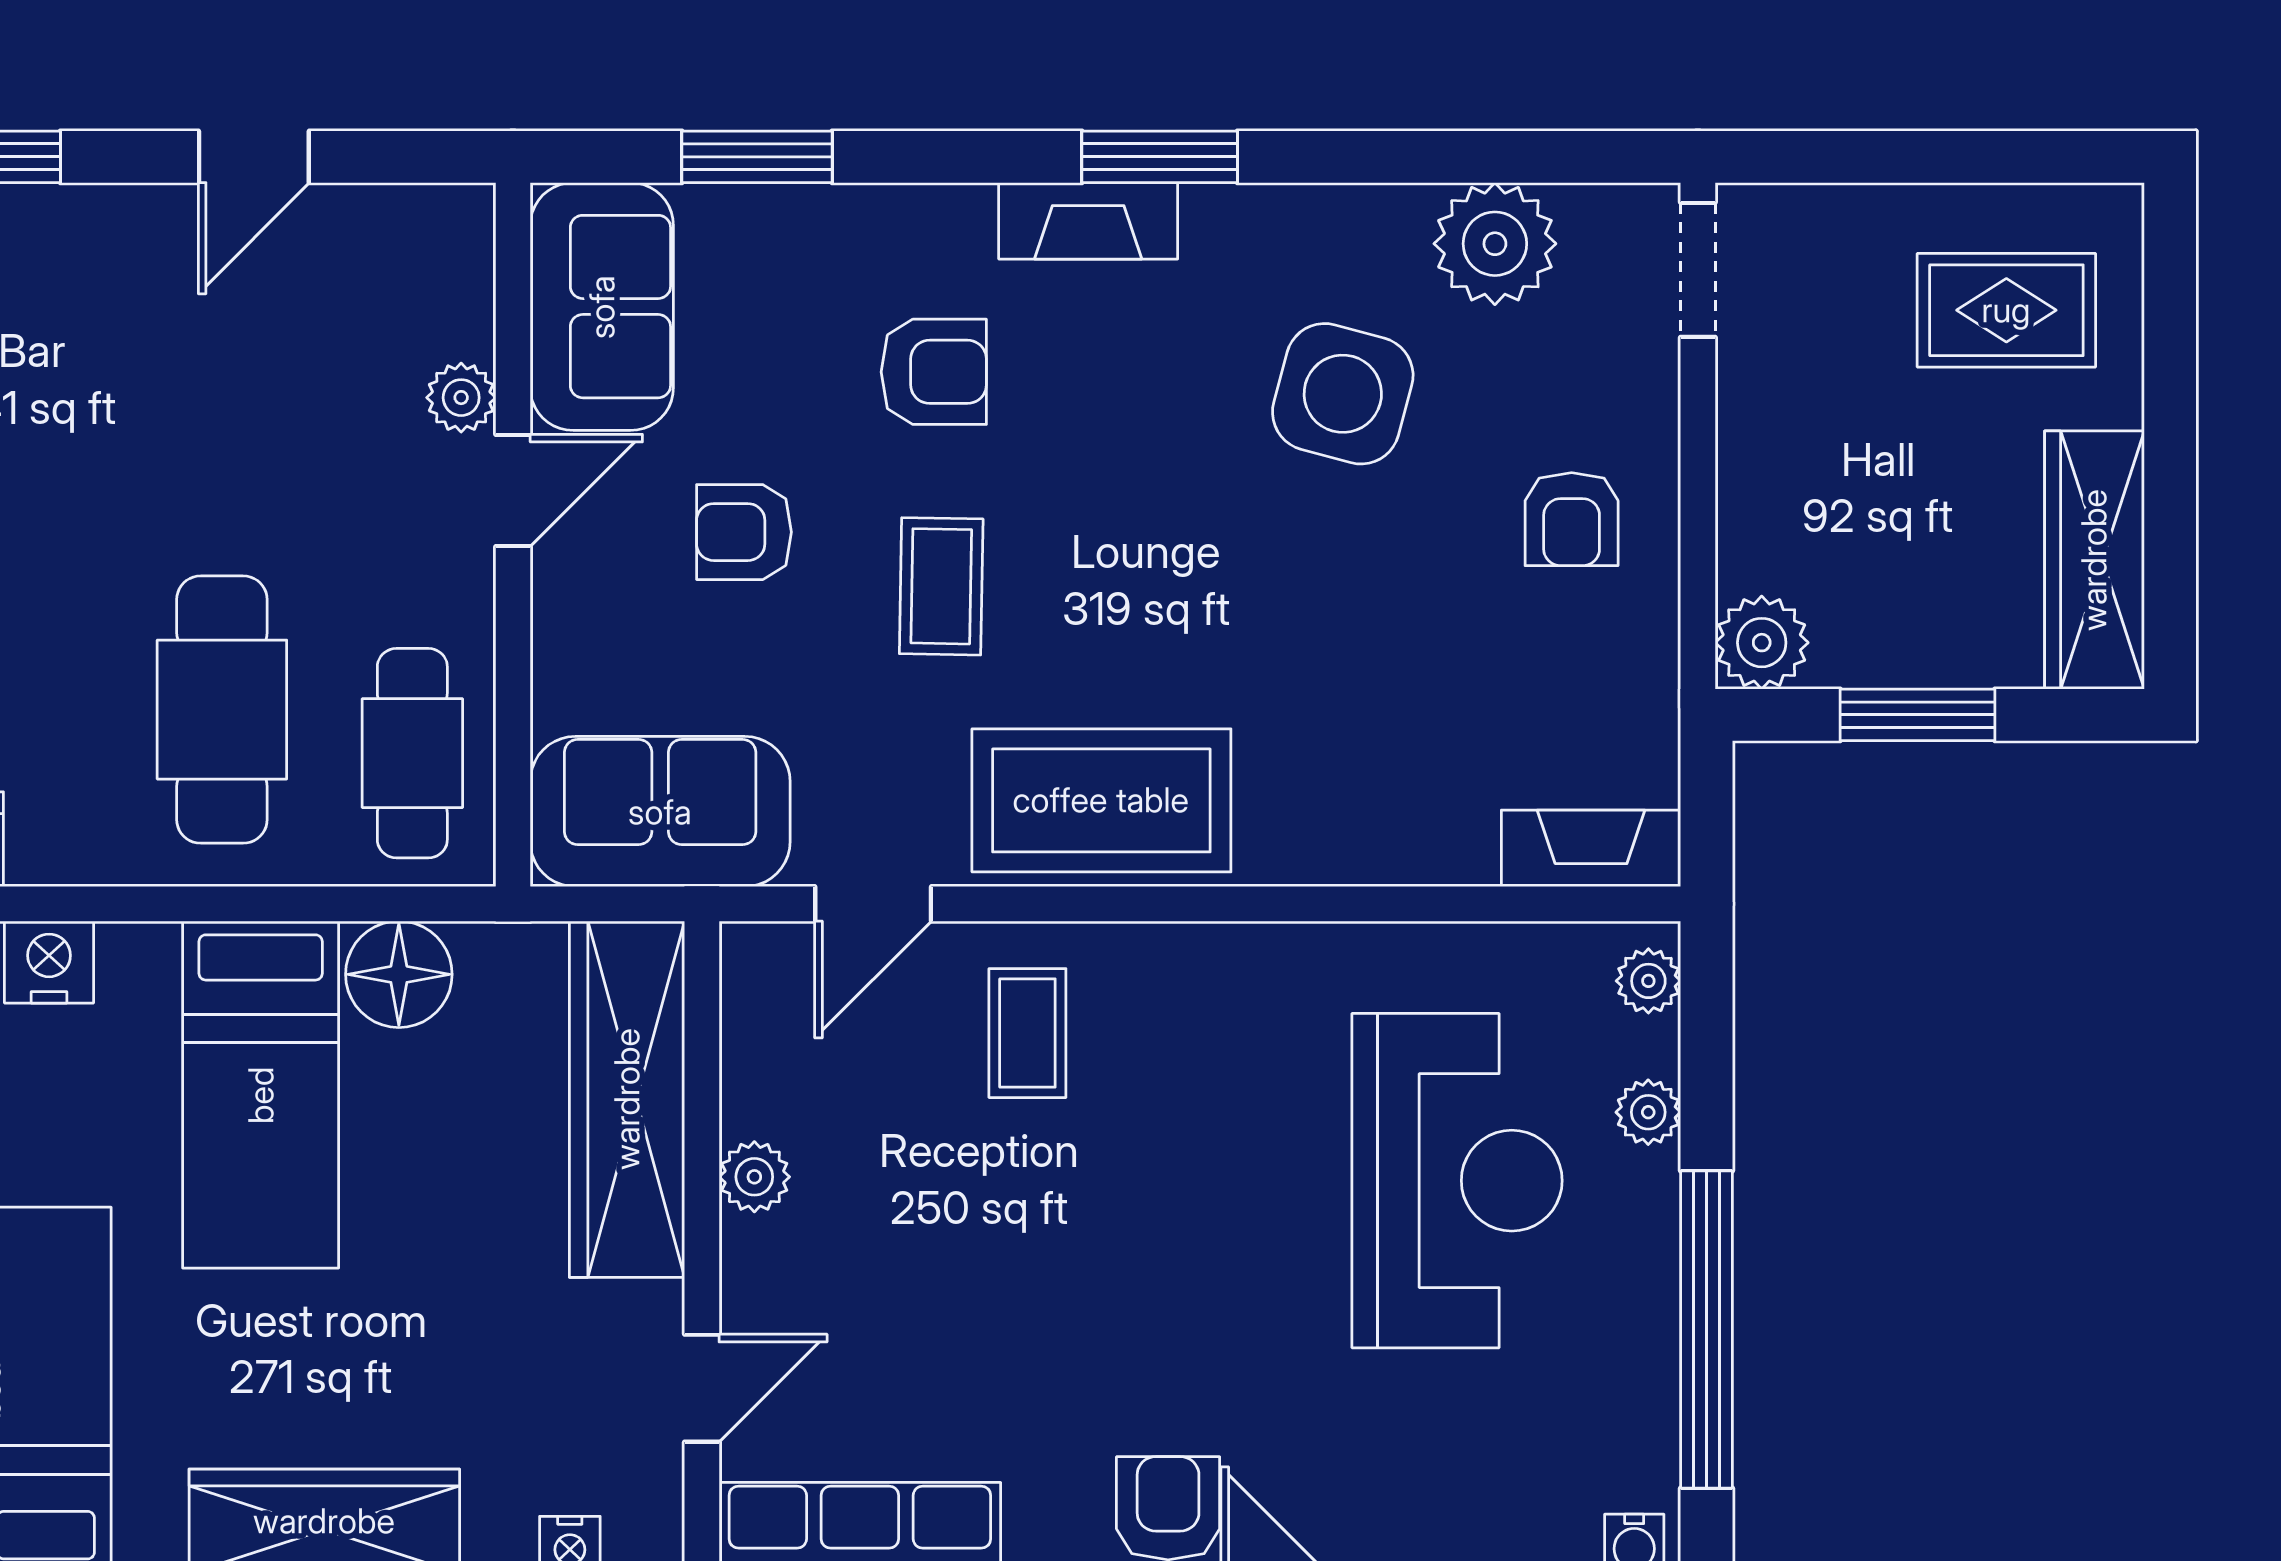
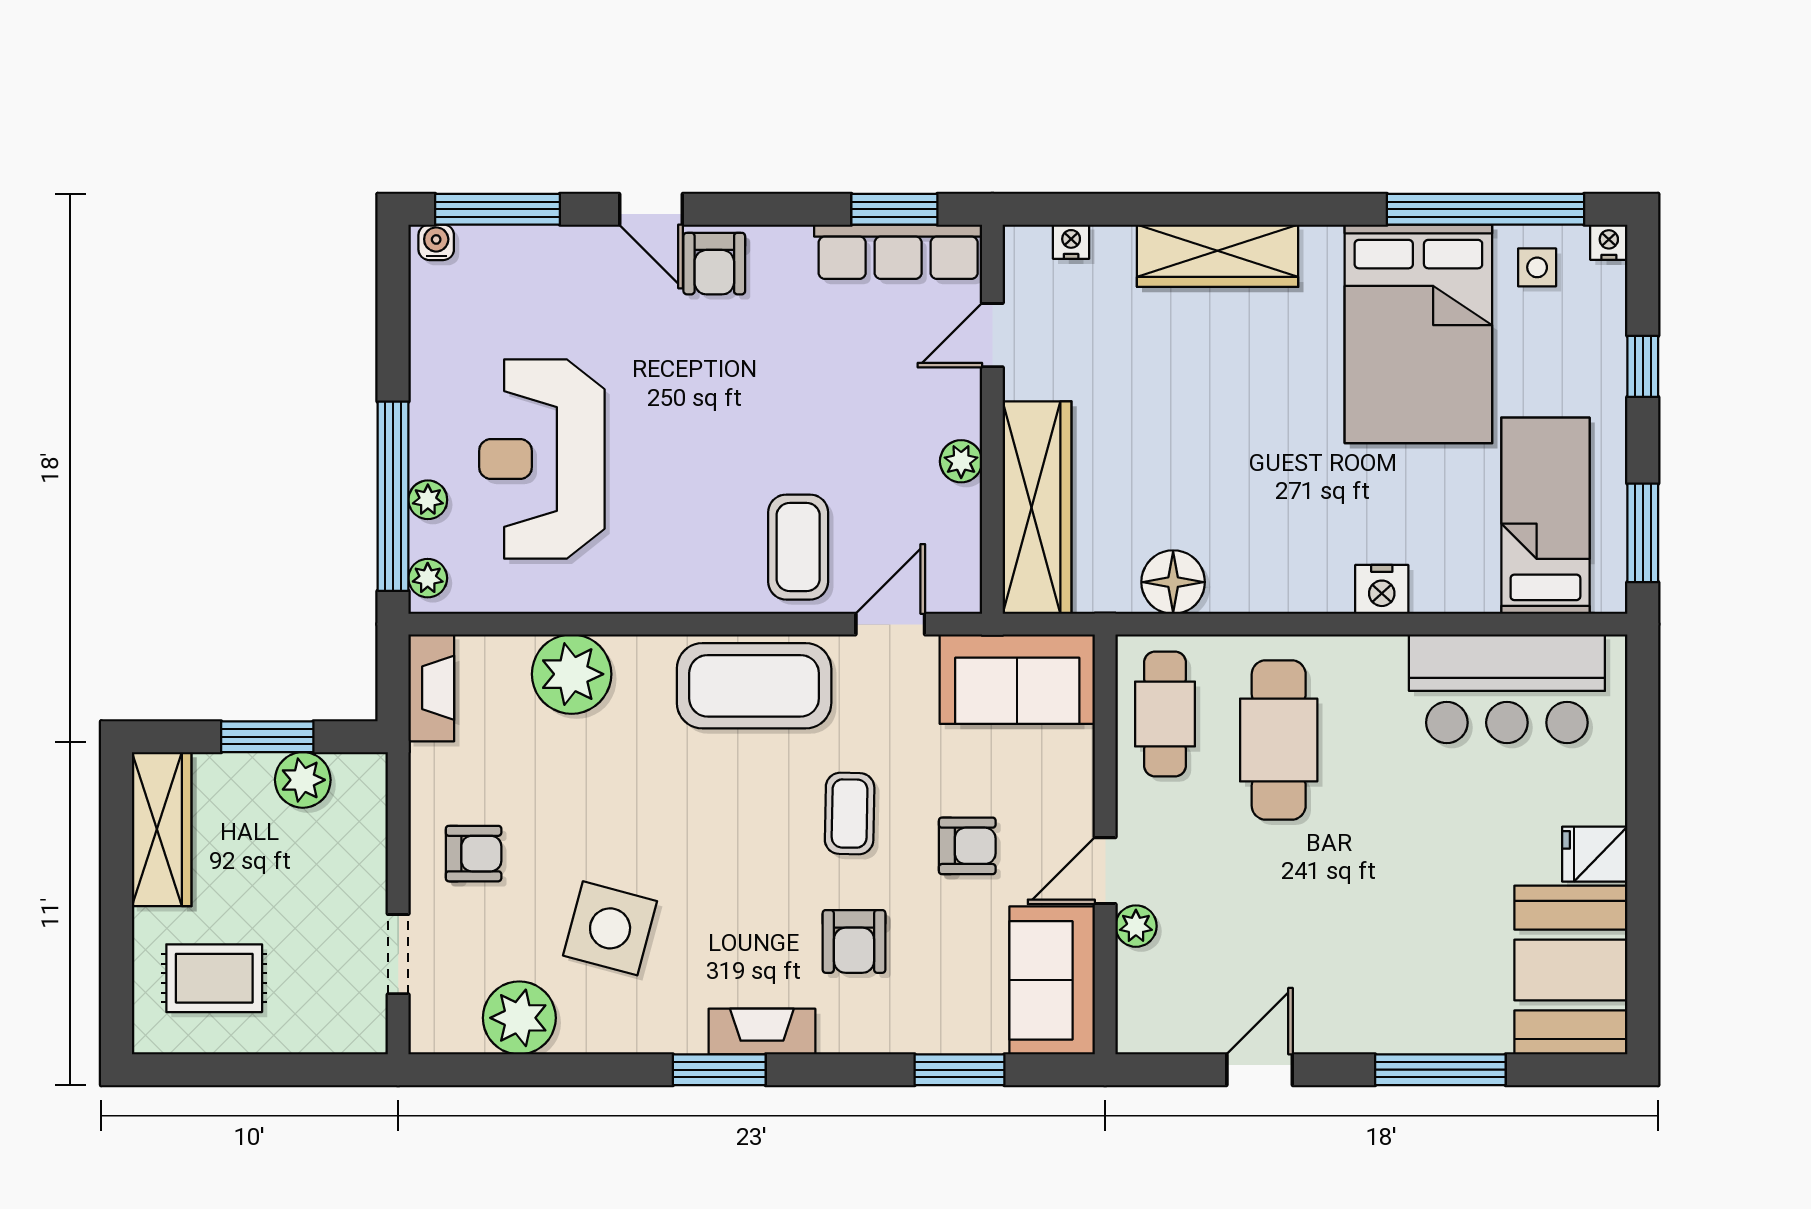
doorway: (1698, 270) -> (398, 954), moved
armchair: (934, 372) -> (854, 941), turned -90
armchair: (1572, 519) -> (474, 854), turned 90
plant: (1762, 643) -> (303, 780), moved
plant: (1407, 820) -> (572, 674), added
fireplace: (1591, 848) -> (431, 688), moved, turned -90
coffee table: (1027, 1033) -> (798, 547), width x1.36, depth x1.30
bed: (261, 1095) -> (1256, 510), removed
window: (1707, 1329) -> (393, 496), moved

